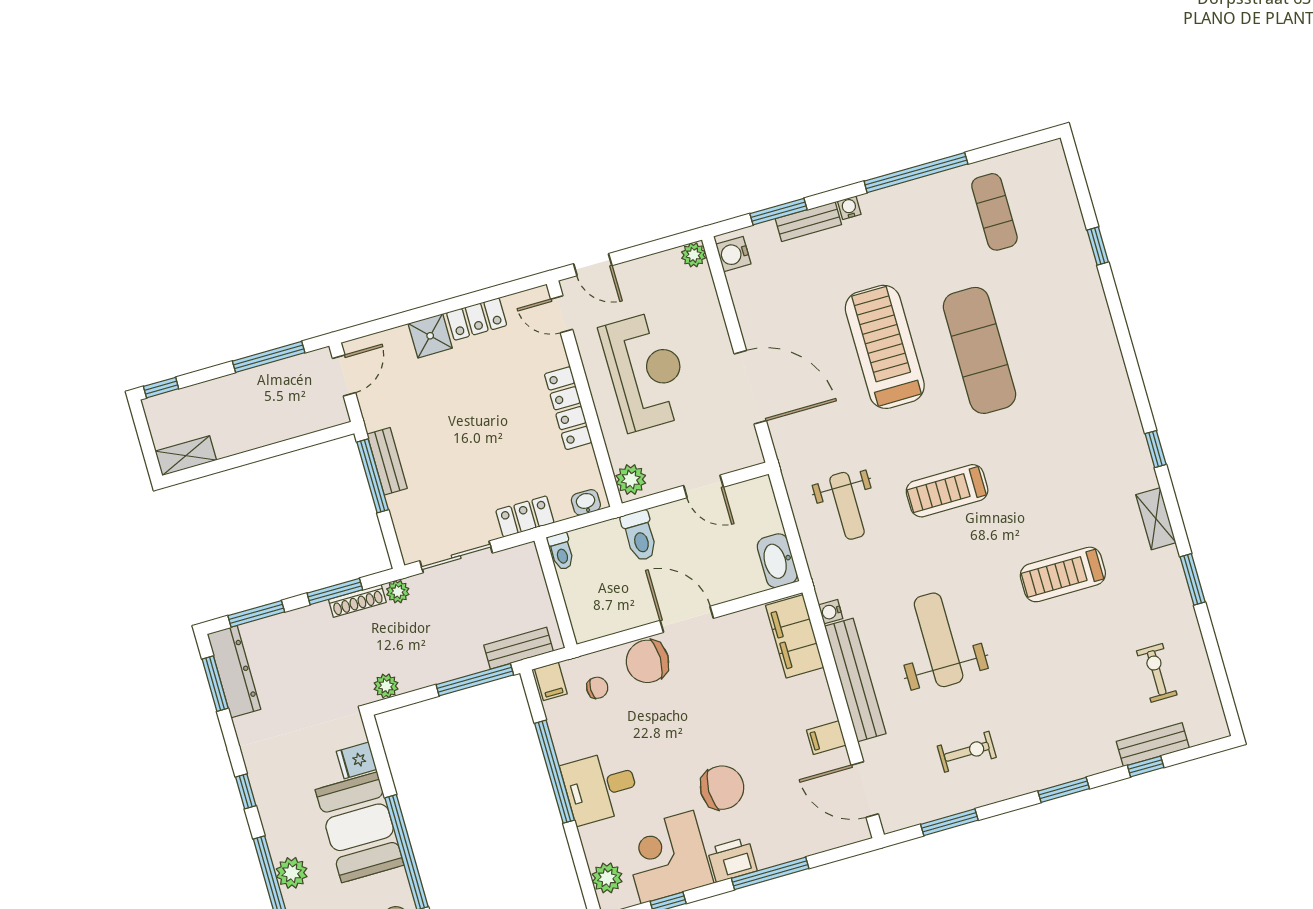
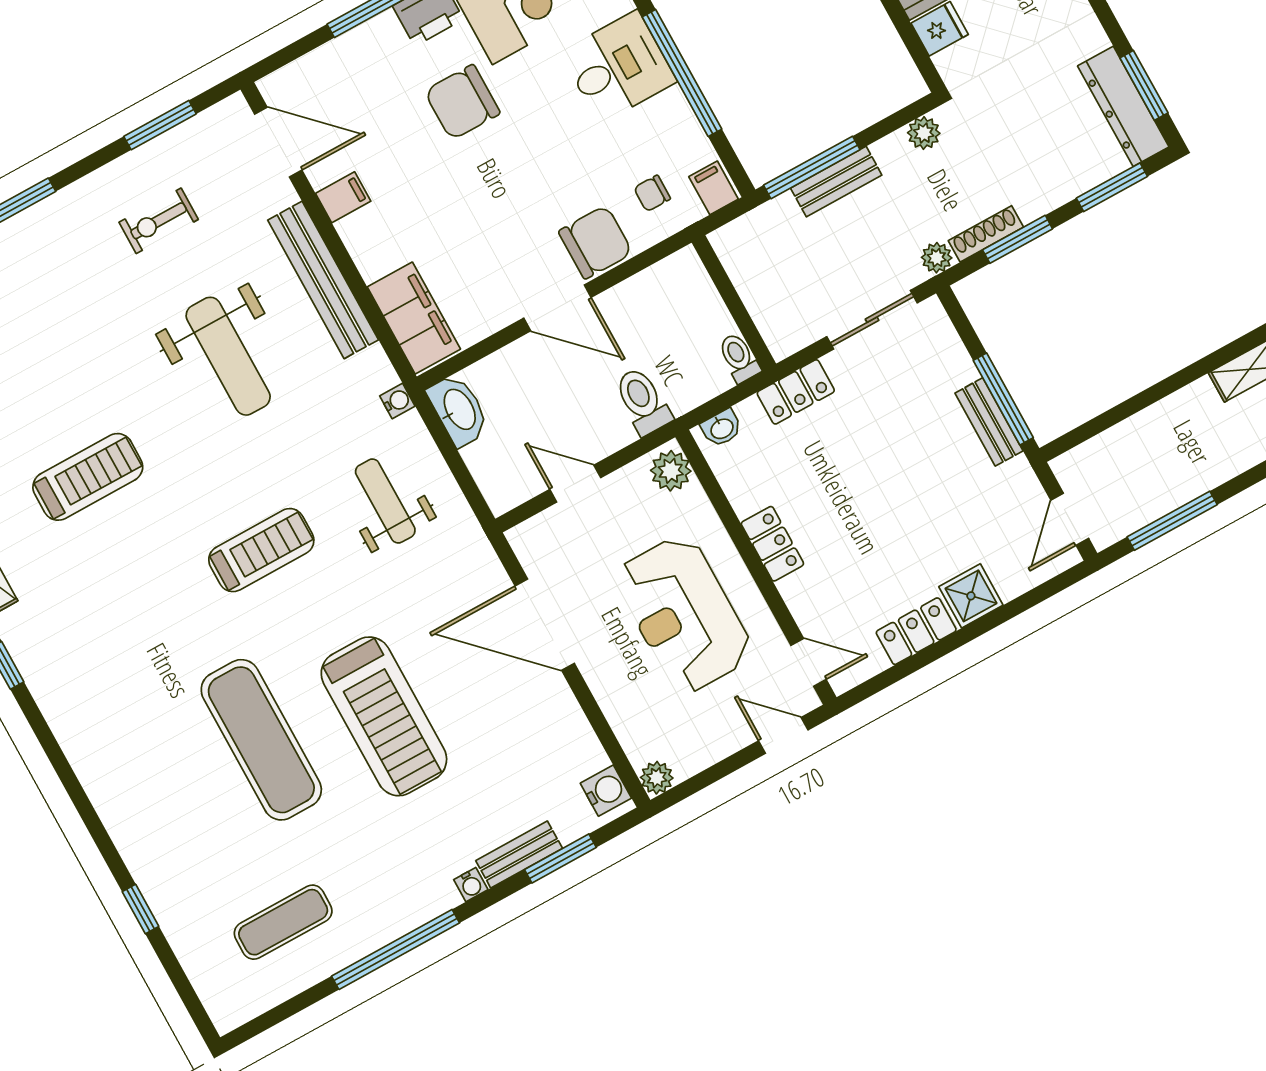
exercise mat: (994, 212) -> (283, 922), turned 90
locker: (568, 408) -> (772, 544), width x0.66
water cooler: (831, 612) -> (397, 401), moved
bench: (519, 648) -> (836, 182), moved

